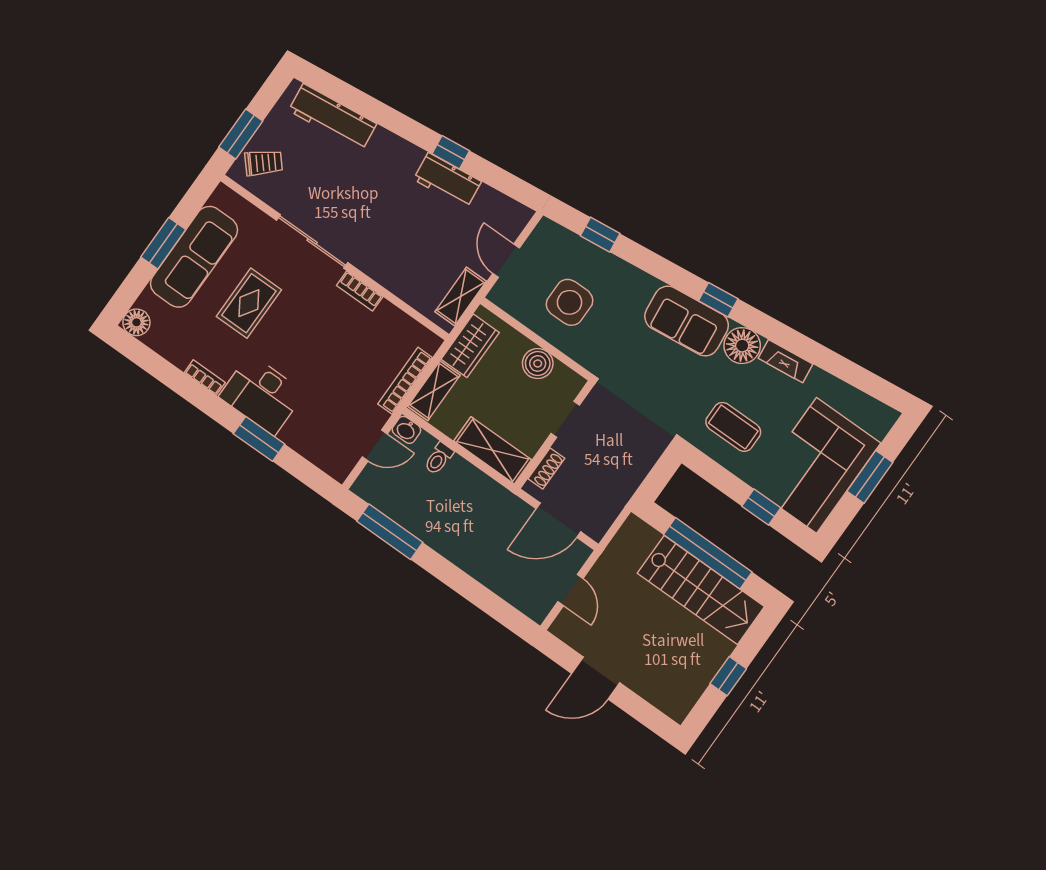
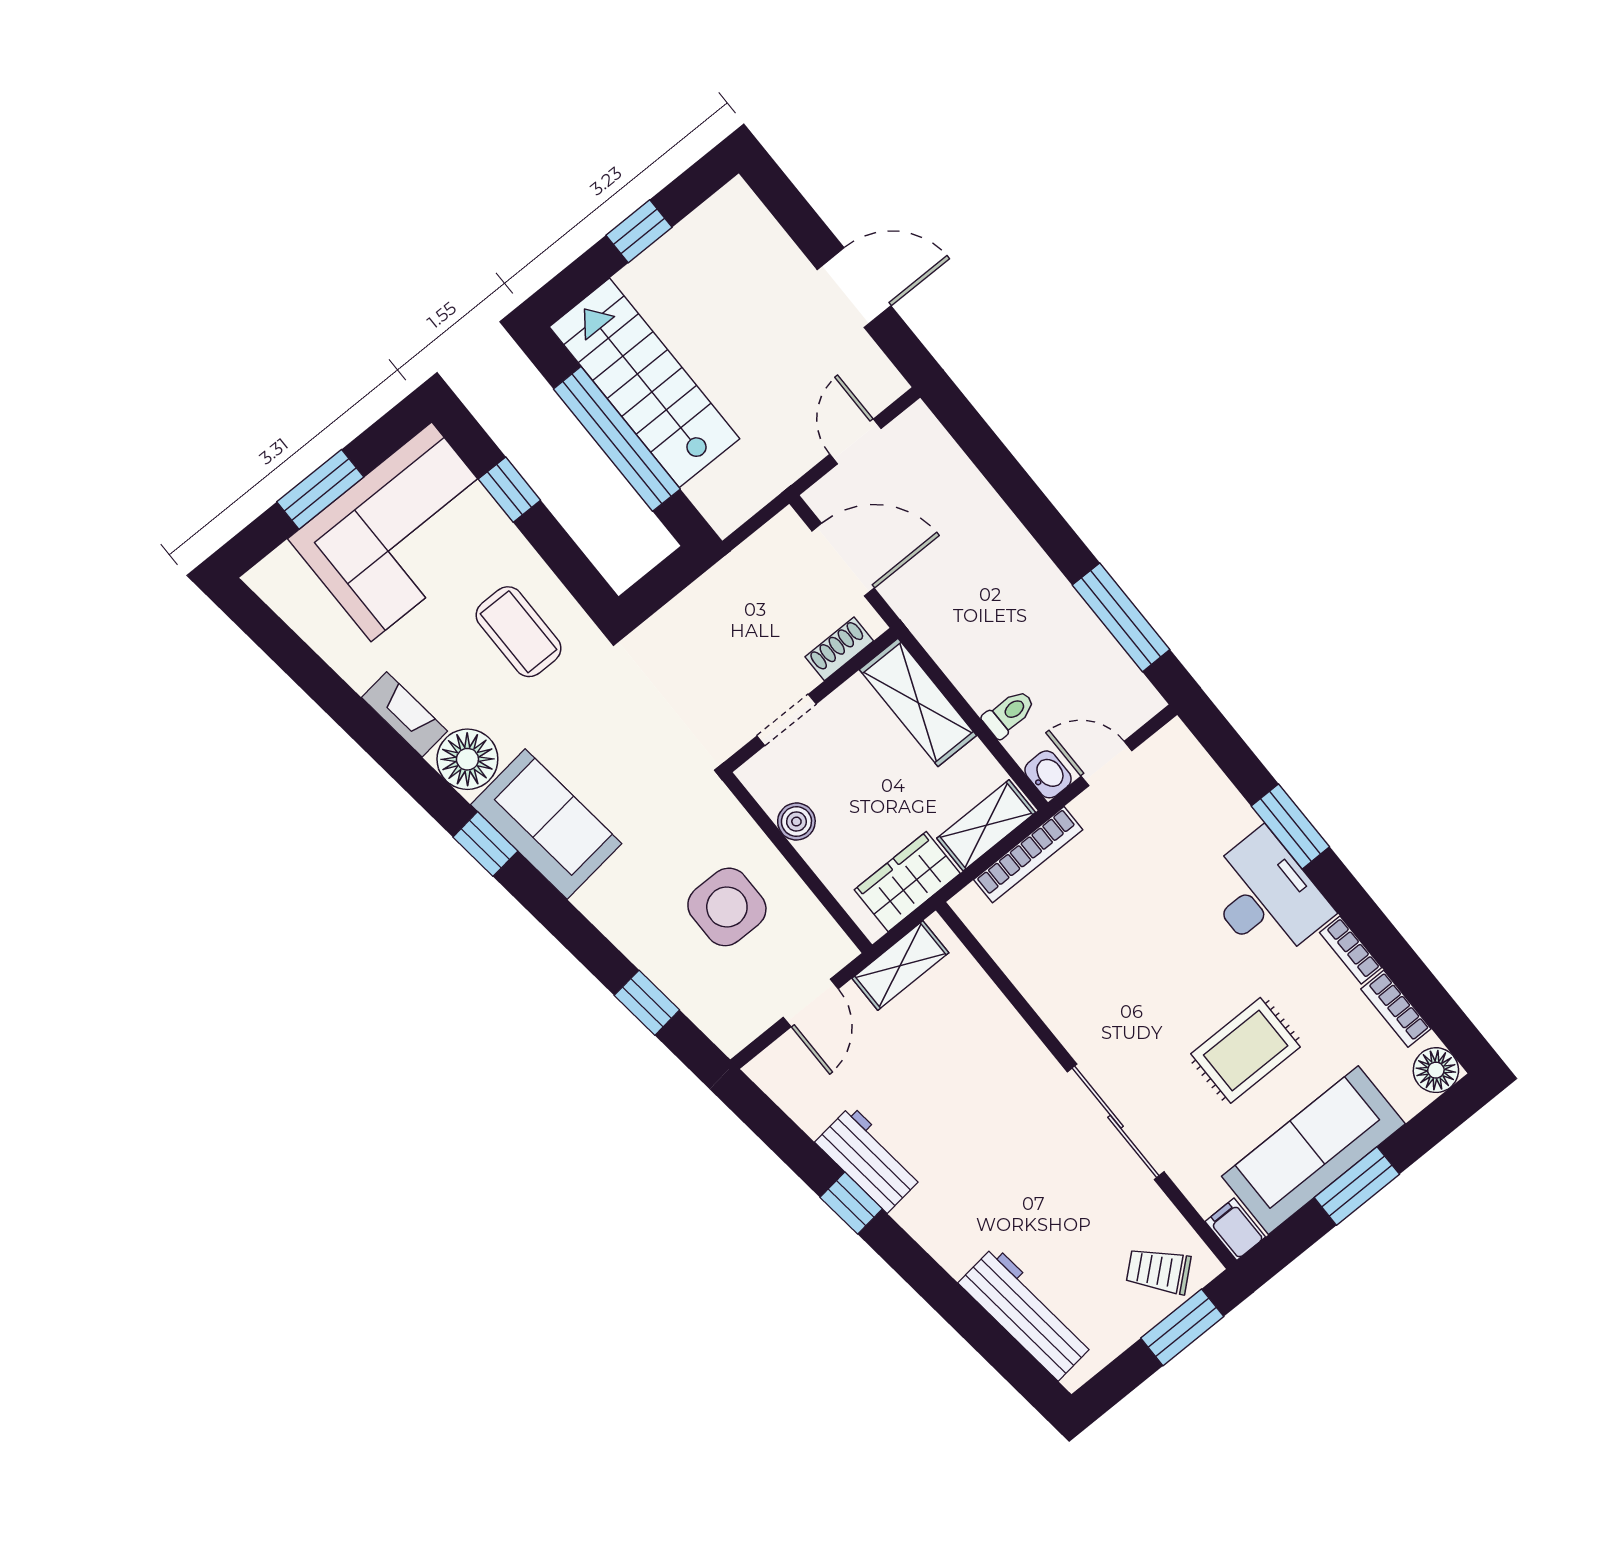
filing cabinet: (226, 199) -> (1235, 1229), added
bookcase: (360, 291) -> (1396, 1009), moved, turned 180
boiler: (538, 363) -> (796, 822), width x0.73, depth x0.73

